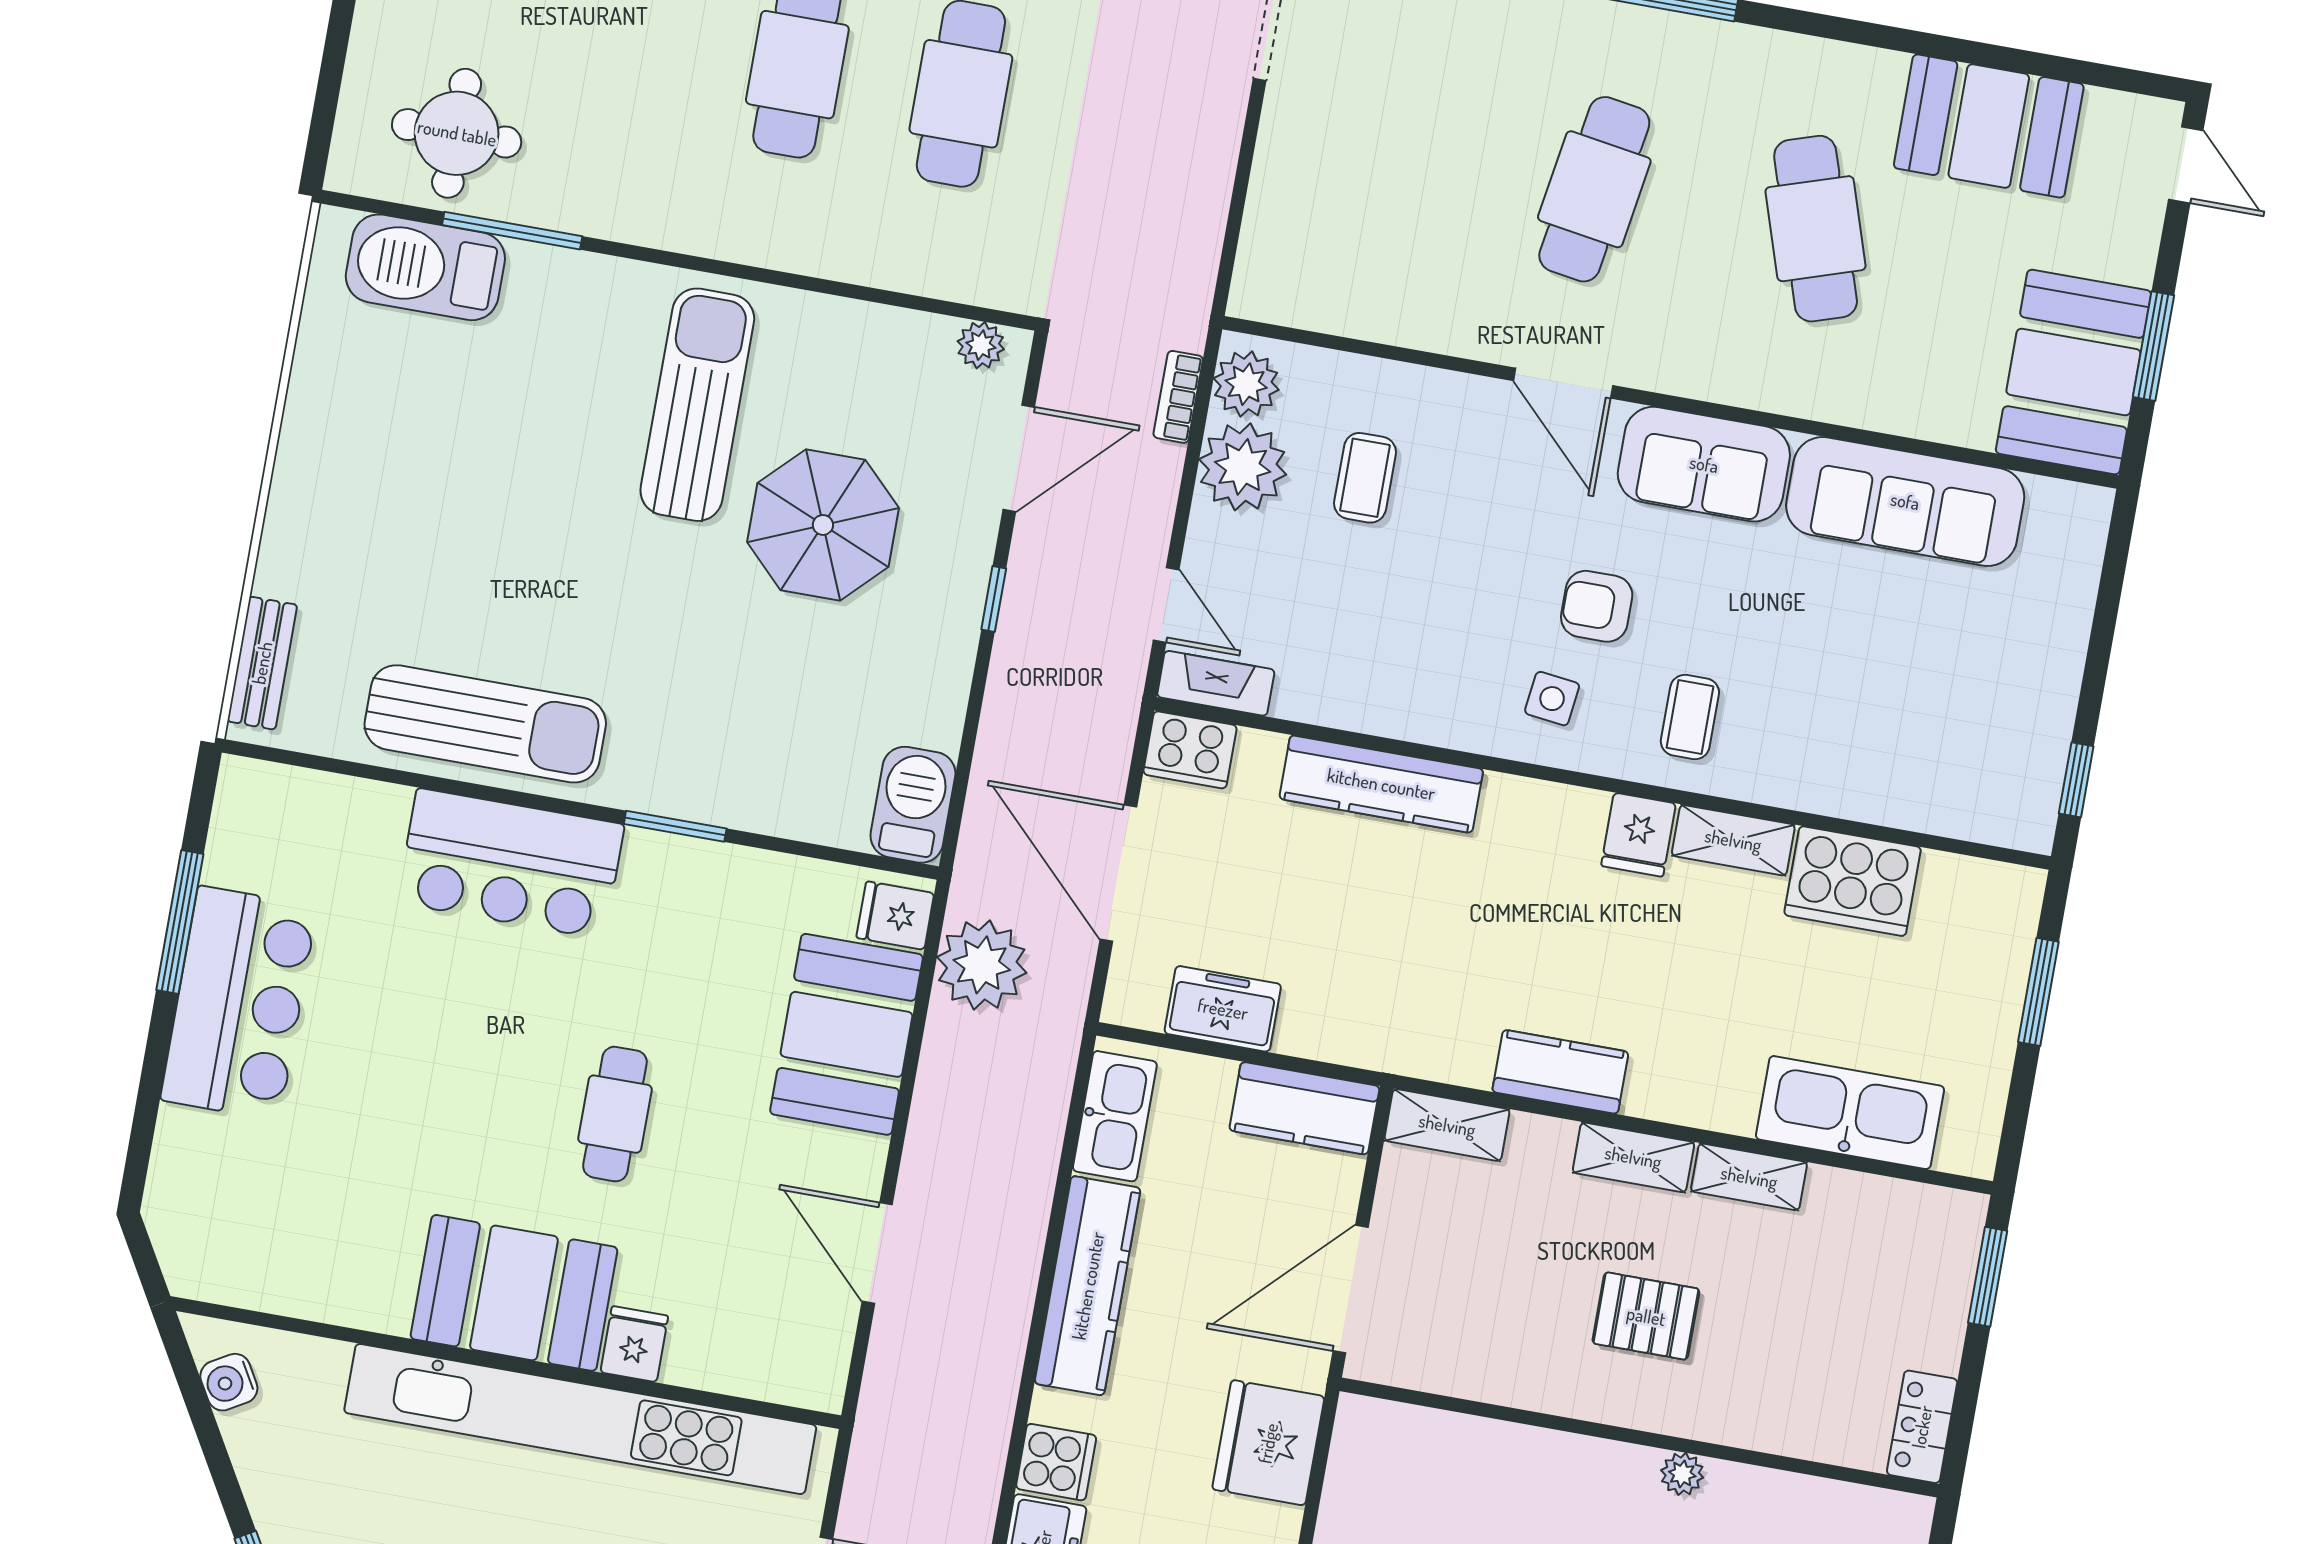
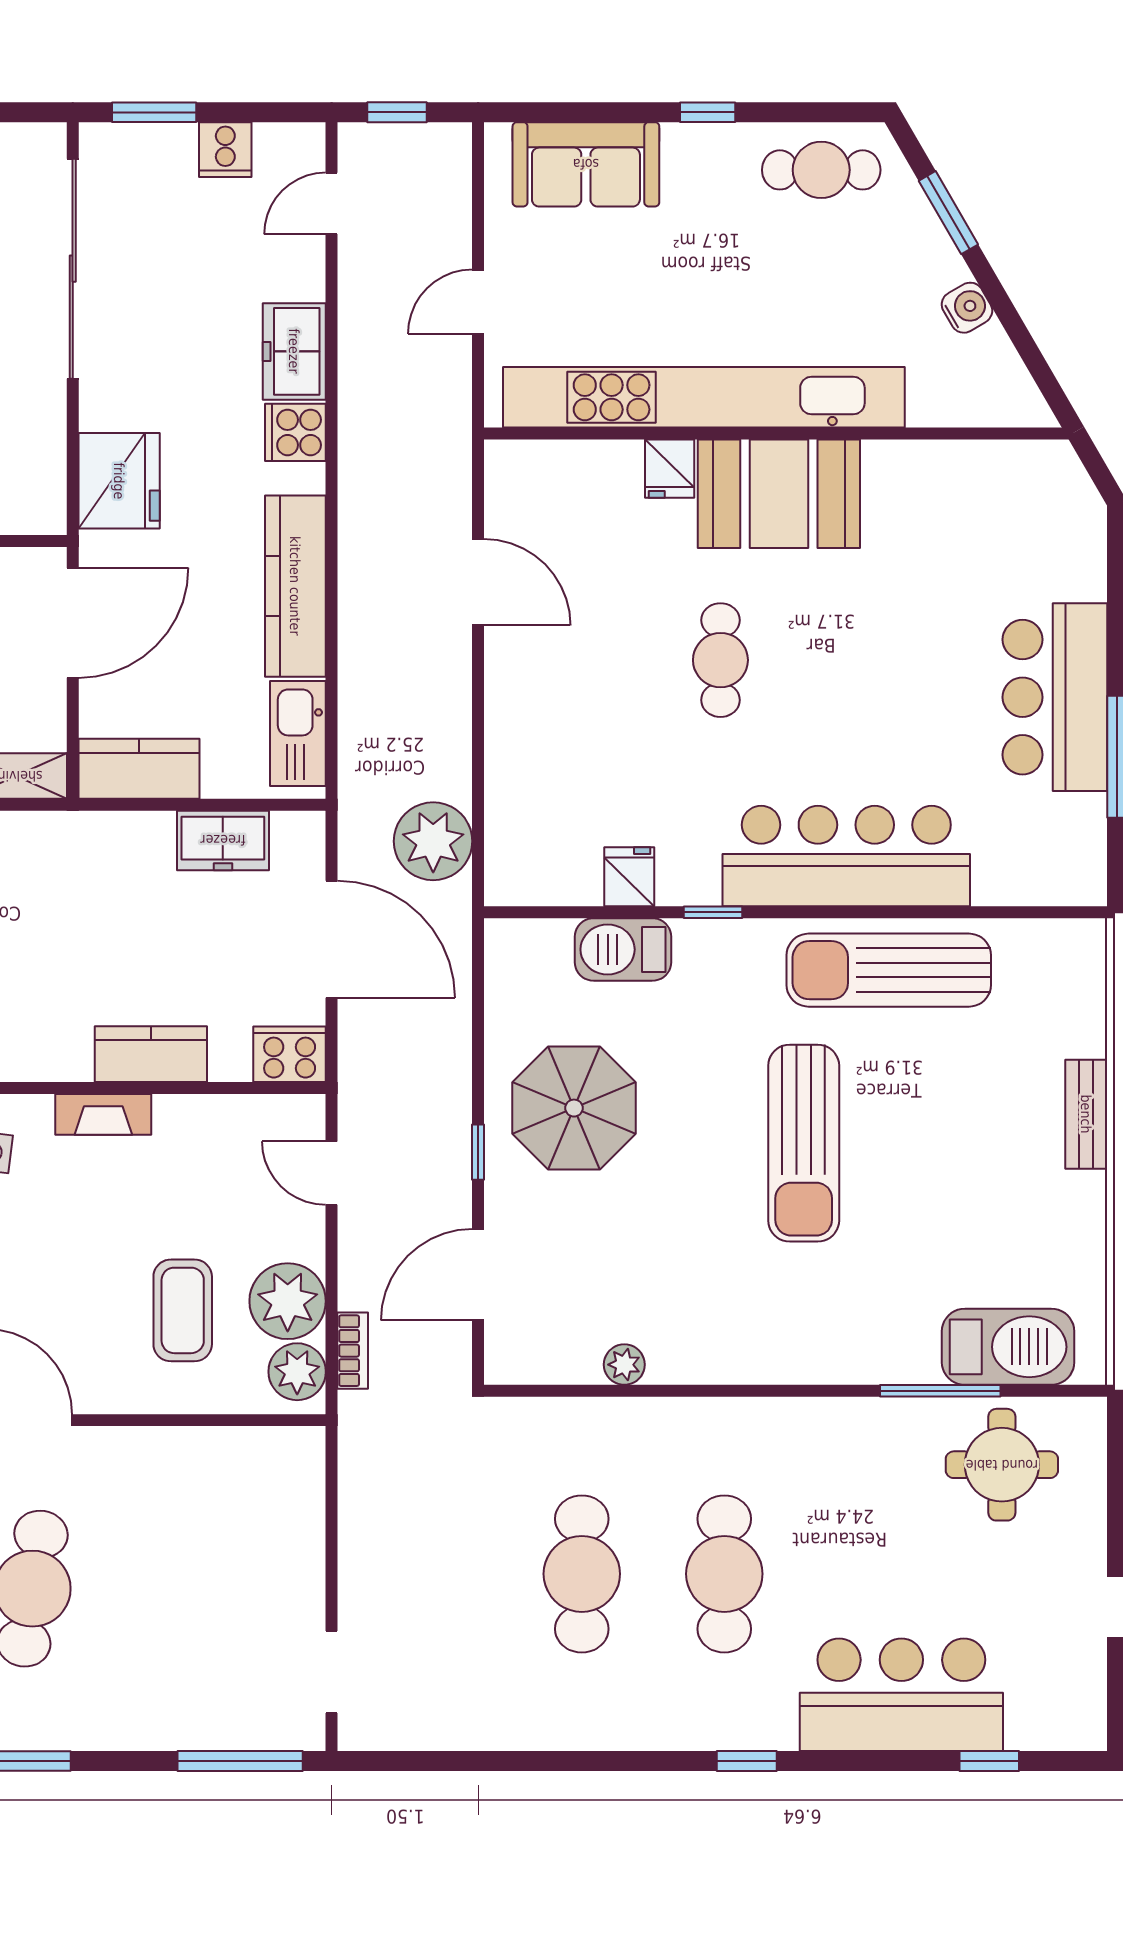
plant: (981, 345) -> (624, 1365), moved
sun lounger: (697, 405) -> (804, 1143), moved
coffee table: (1365, 478) -> (183, 1310), width x1.36, depth x1.30
parasol: (823, 525) -> (574, 1108), moved
bench: (262, 663) -> (1086, 1114), moved
fireplace: (1216, 683) -> (103, 1114), moved
kitchen counter: (1381, 784) -> (151, 1054), width x0.67
barbecue: (913, 805) -> (623, 949), moved, turned 90
window: (675, 826) -> (713, 912), width x0.67
bar counter: (511, 864) -> (846, 856), width x1.36
fridge: (895, 916) -> (629, 877), moved, turned -90
booth: (847, 1034) -> (537, 762), removed
water cooler: (229, 1382) -> (967, 308), moved

